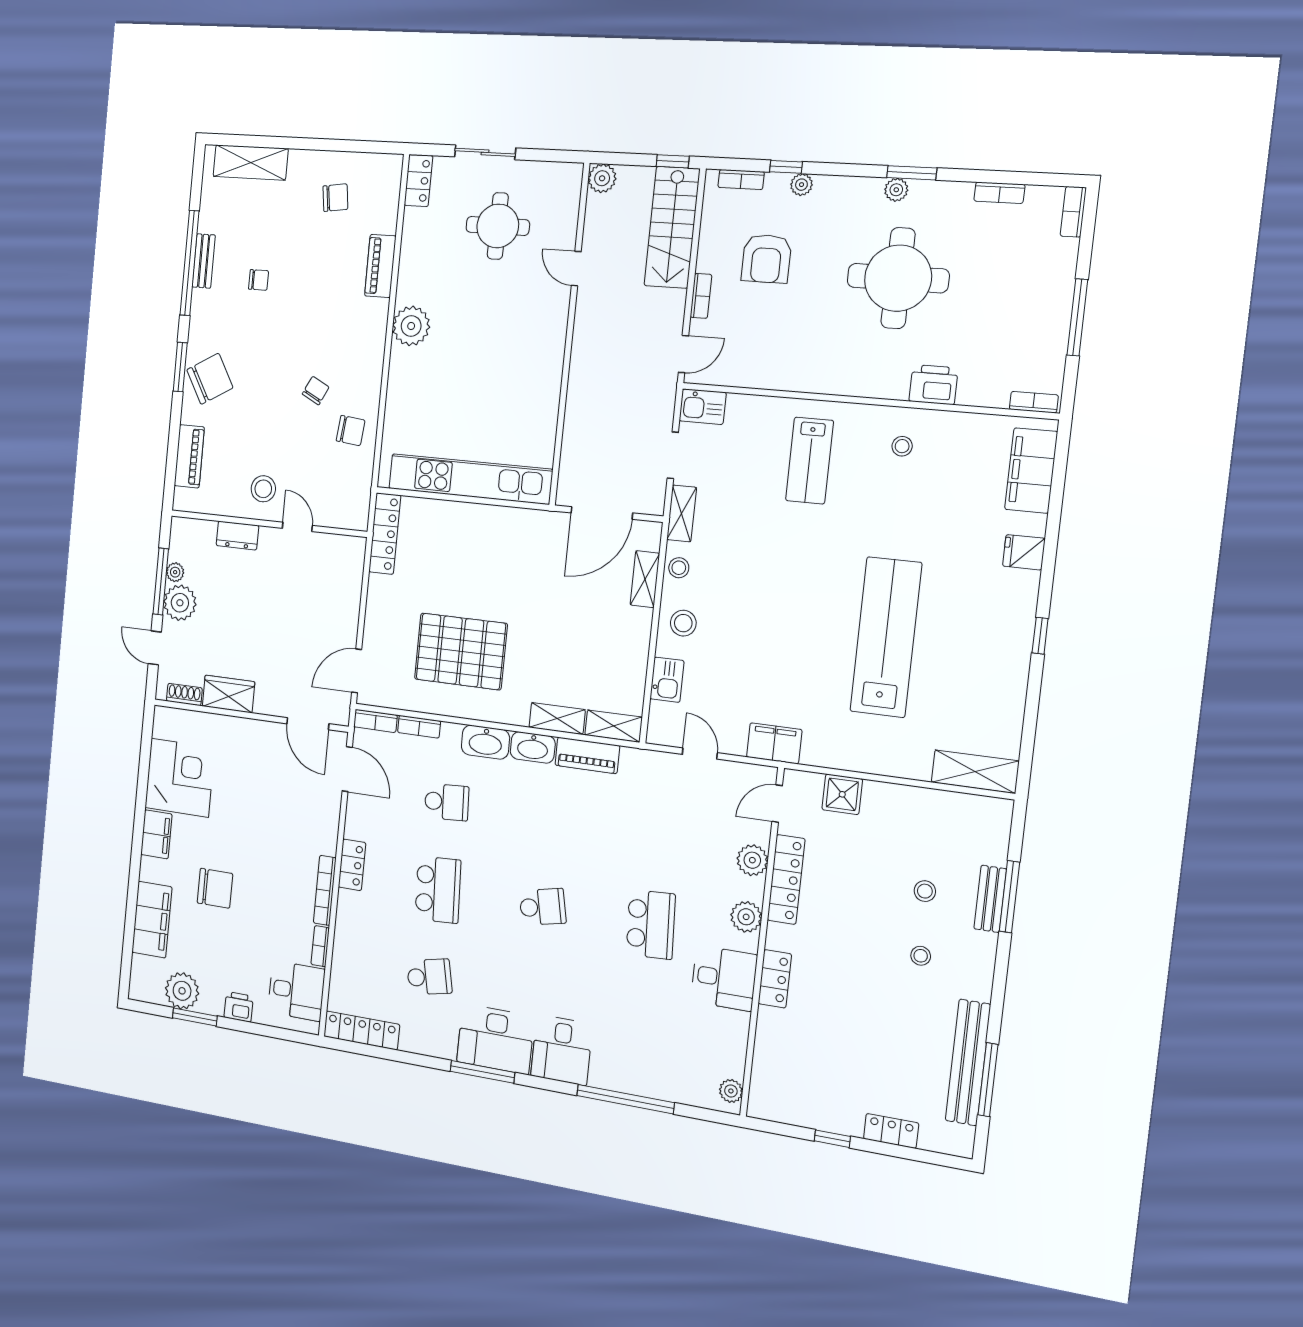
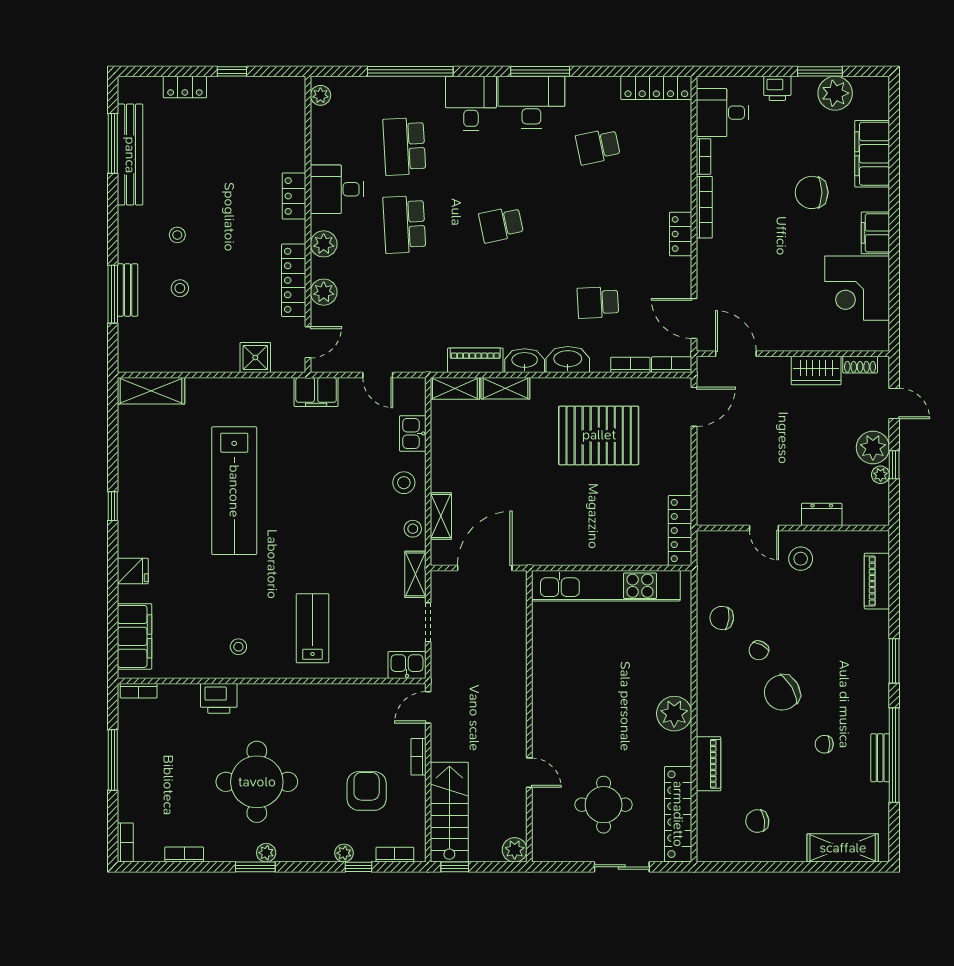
locker: (418, 181) -> (678, 814), width x2.16, depth x1.21
chair: (210, 379) -> (782, 693), moved
window: (161, 581) -> (894, 465), width x0.46
school desk: (438, 890) -> (404, 146), moved

